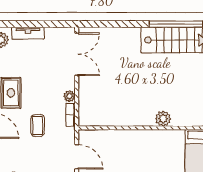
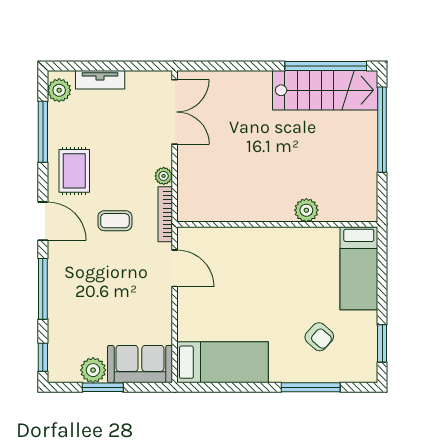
bookcase: (71, 115) -> (165, 214), width x1.56
coffee table: (38, 126) -> (115, 221), turned 90

